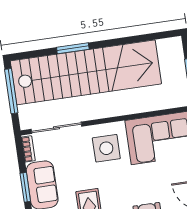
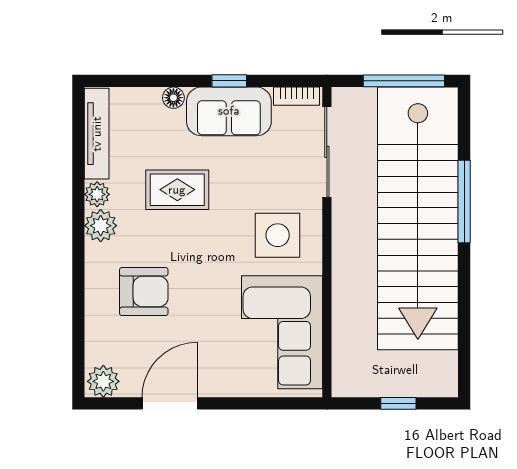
window: (73, 48) -> (464, 201), width x1.44
window: (25, 187) -> (229, 81), width x0.67

